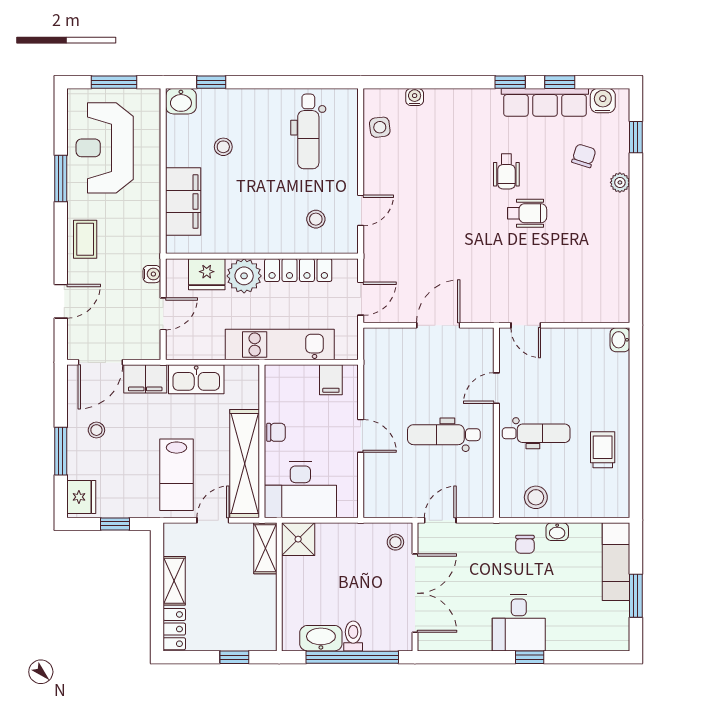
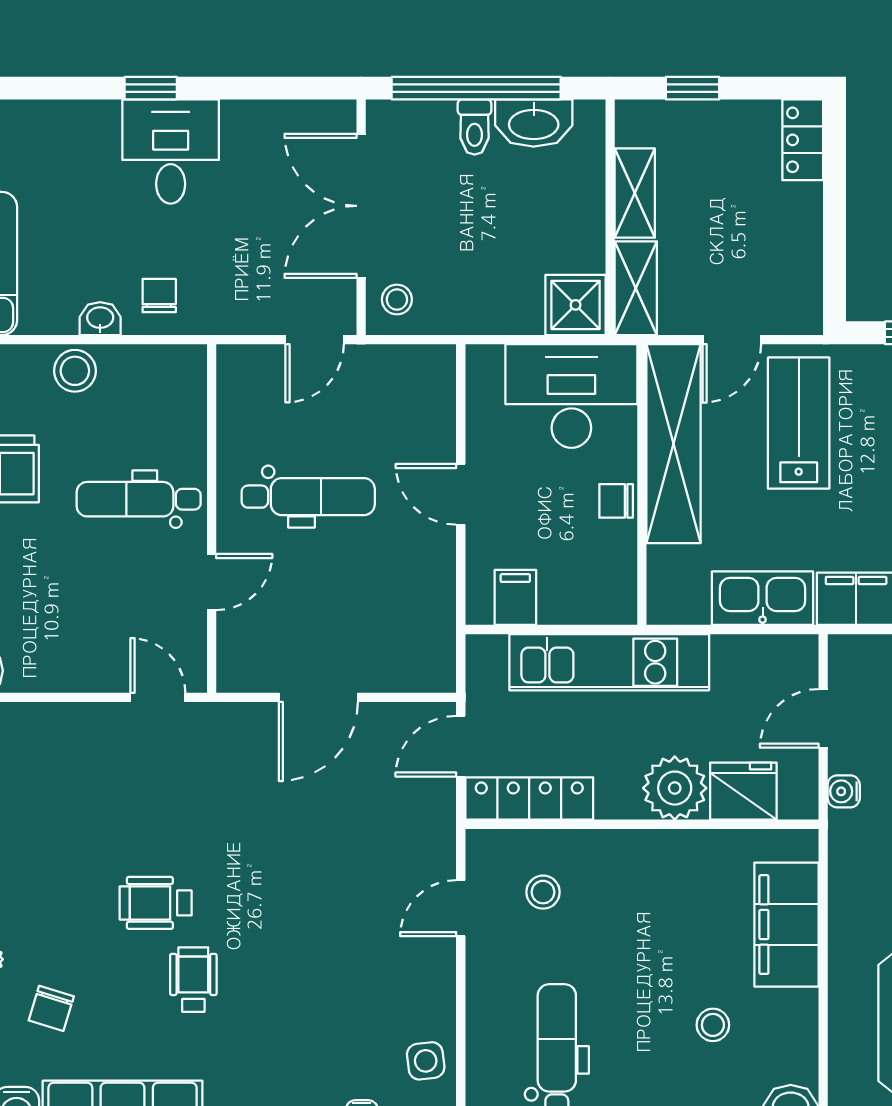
locker: (298, 270) -> (529, 799), moved
stool: (536, 497) -> (75, 371), moved
shelving: (174, 581) -> (635, 193), moved

